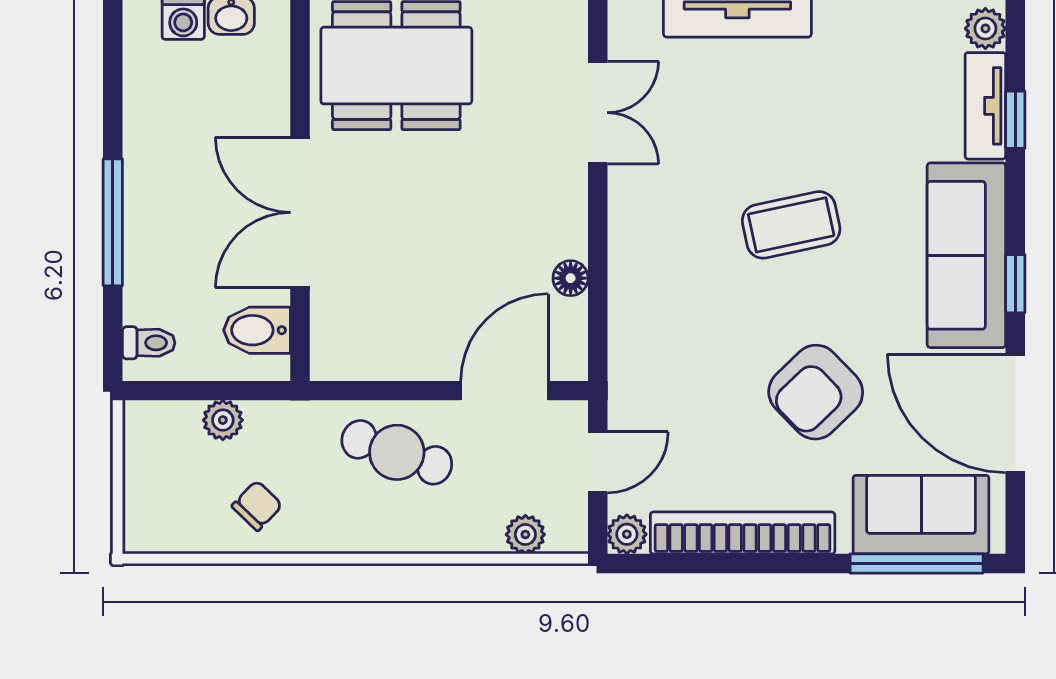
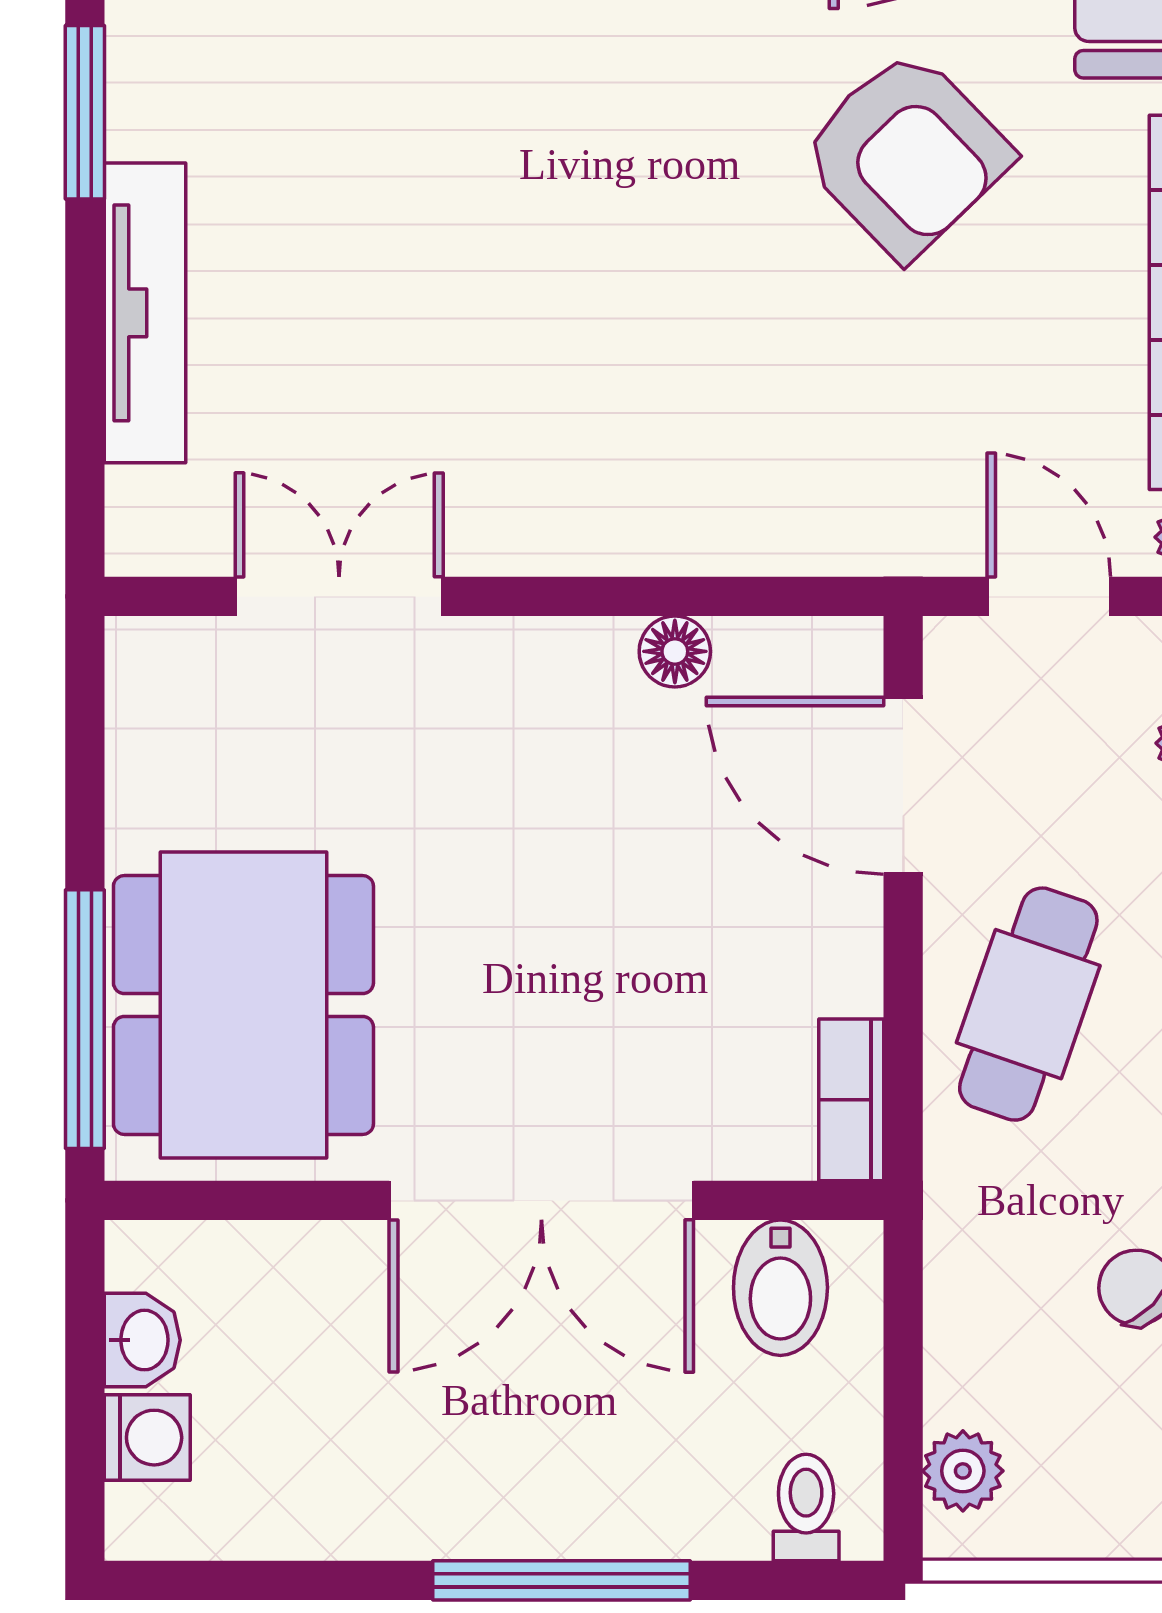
coffee table: (791, 225) -> (567, 204), removed
bookcase: (350, 365) -> (851, 1100), added
plant: (223, 420) -> (963, 1471), moved

